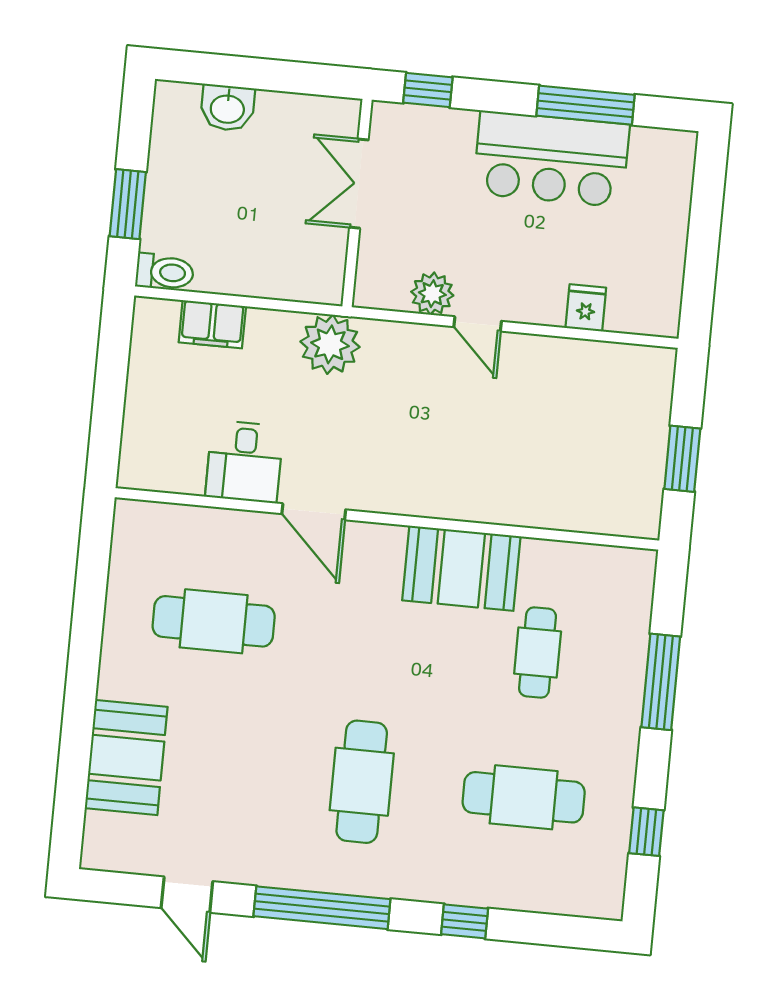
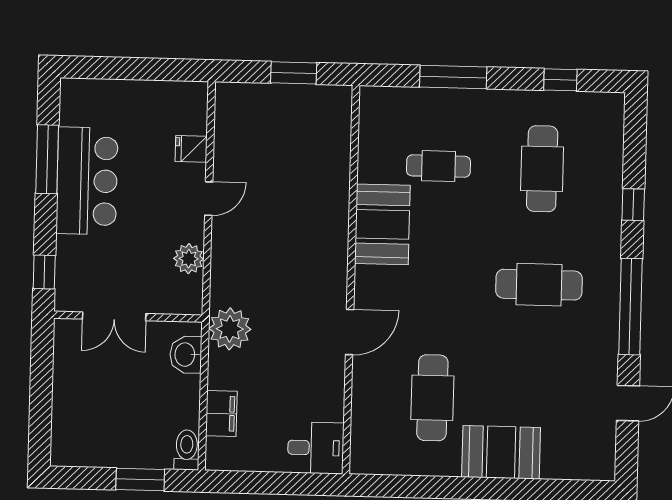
washbasin: (227, 108) -> (186, 355), moved, turned 180
door: (478, 324) -> (209, 199), moved
desk: (244, 462) -> (316, 448), moved
booth: (126, 758) -> (501, 452), moved

